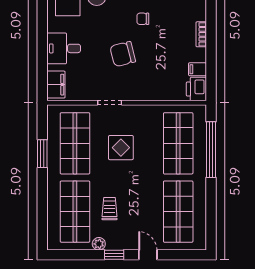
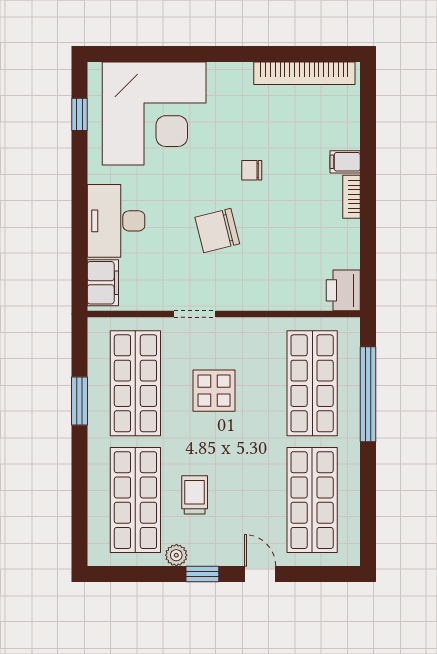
desk: (64, 48) -> (116, 221), width x1.37
filing cabinet: (198, 69) -> (345, 162), moved

